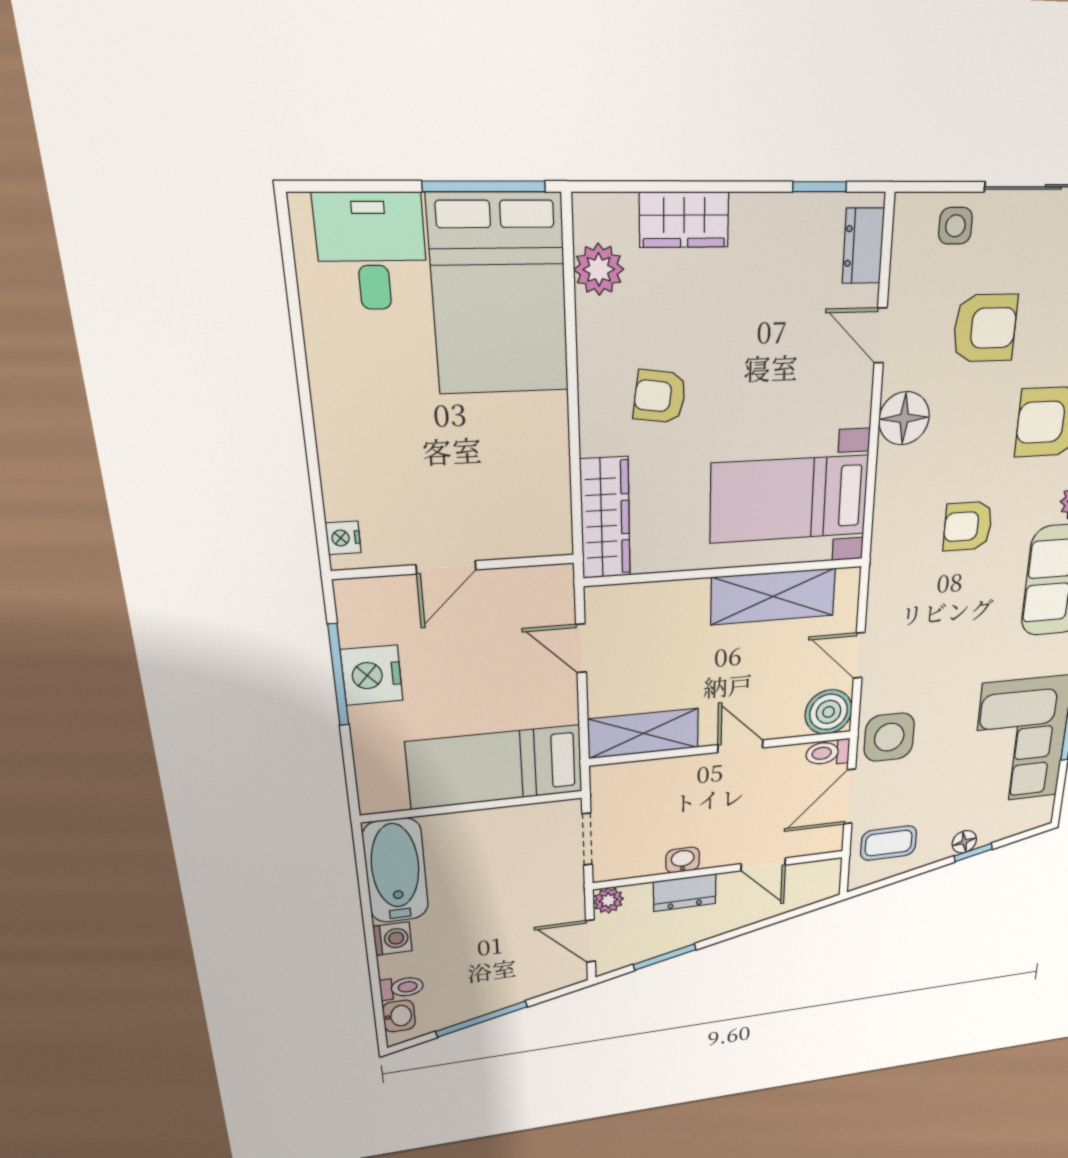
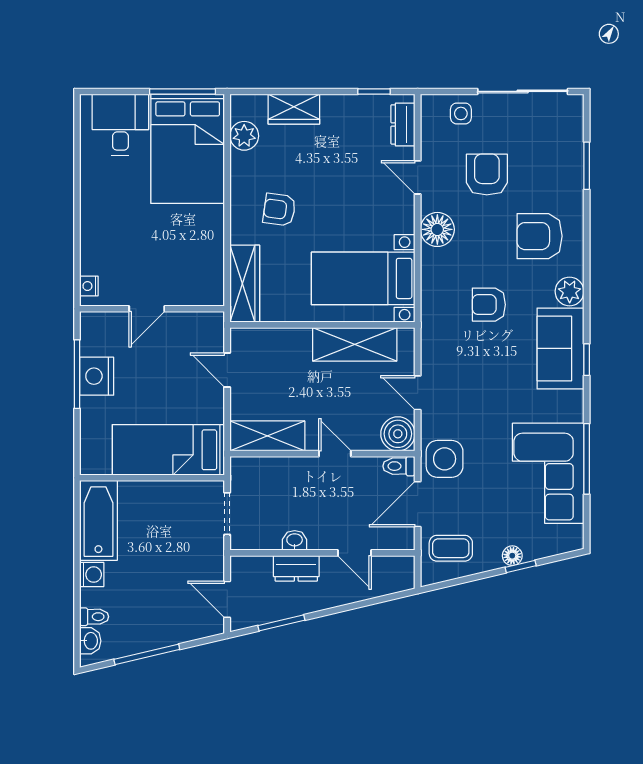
armchair: (985, 328) -> (487, 175), turned -90
plant: (608, 900) -> (241, 566), removed

